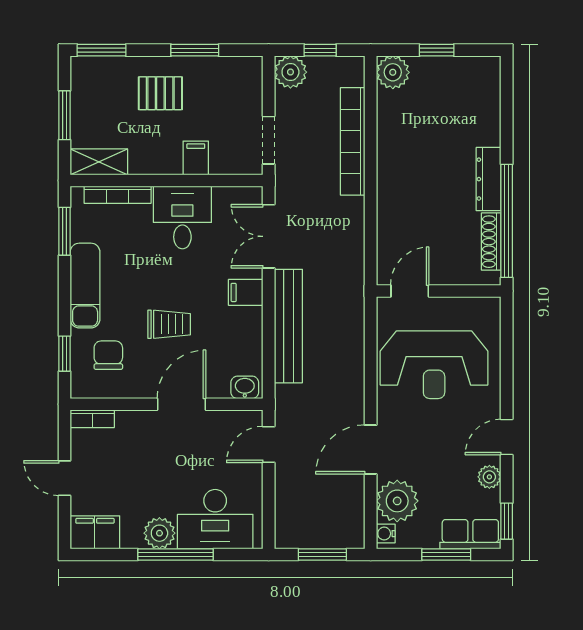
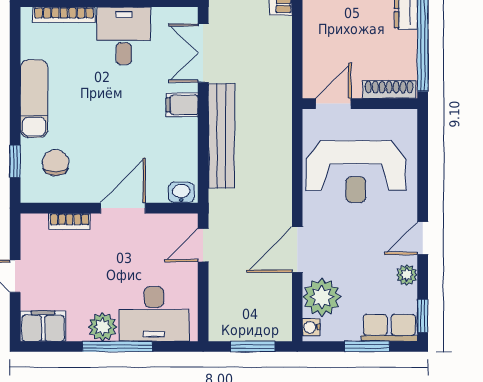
window: (65, 231) -> (15, 48), removed
shoe rack: (491, 242) -> (389, 89), moved, turned 90
trolley: (169, 324) -> (111, 134), removed
bookcase: (92, 419) -> (70, 221), moved

